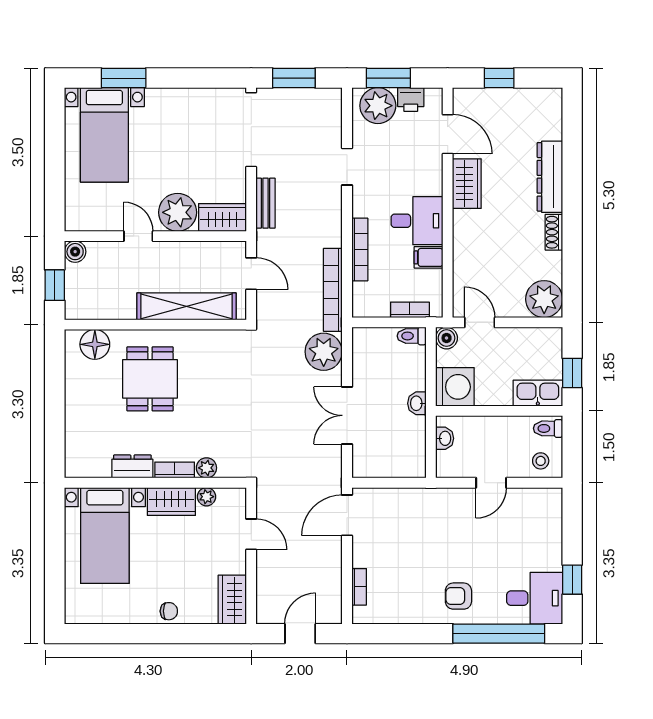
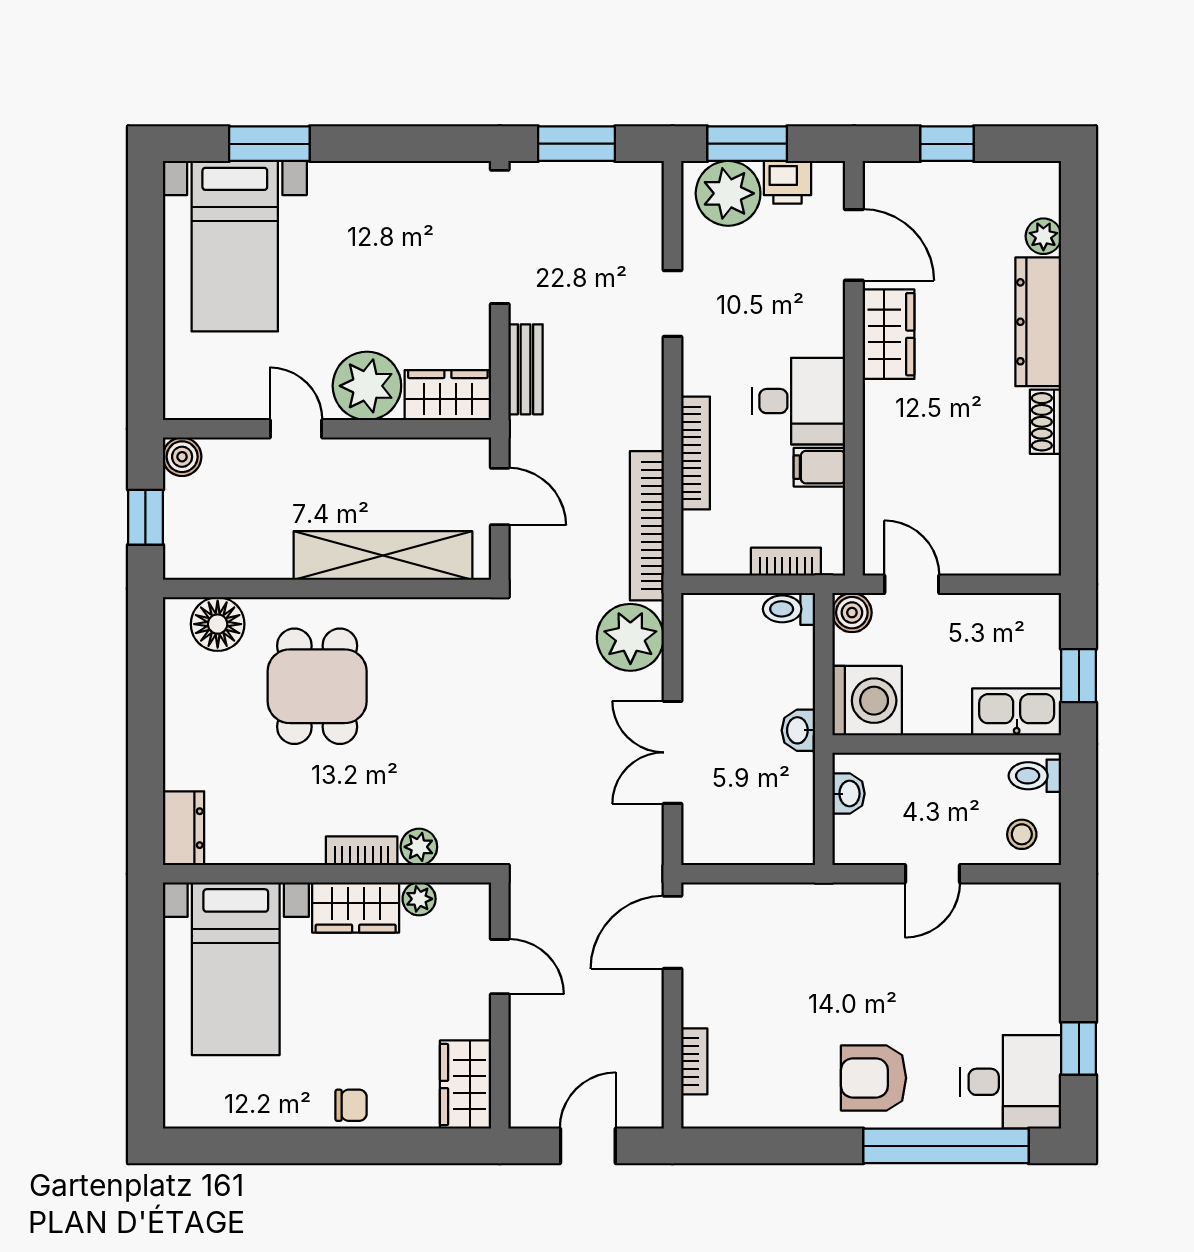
plant: (544, 299) -> (1043, 236), moved, width x0.53, depth x0.53
dresser: (132, 466) -> (183, 828), moved, turned 90
armchair: (458, 596) -> (874, 1078), width x1.38, depth x1.38

